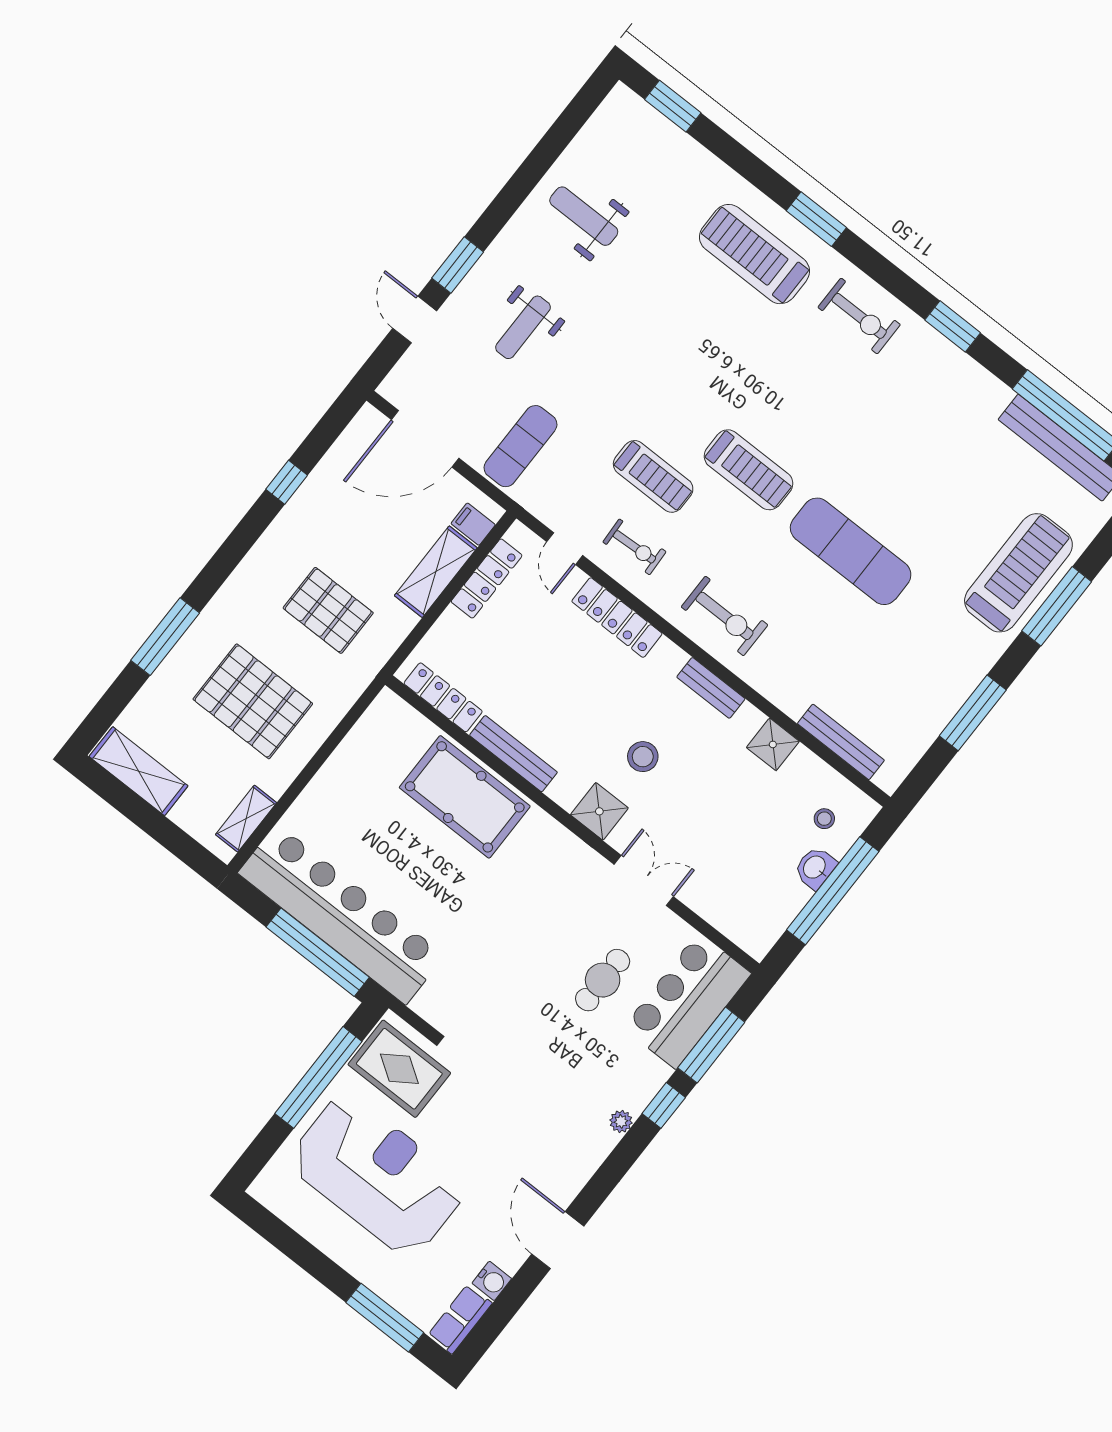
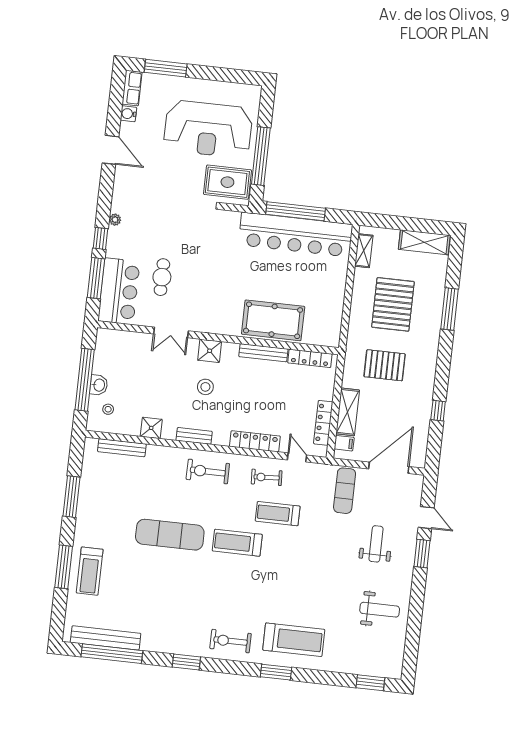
treadmill: (1018, 573) -> (90, 571), width x0.73, depth x0.73
pallet: (253, 701) -> (393, 304), turned 90

